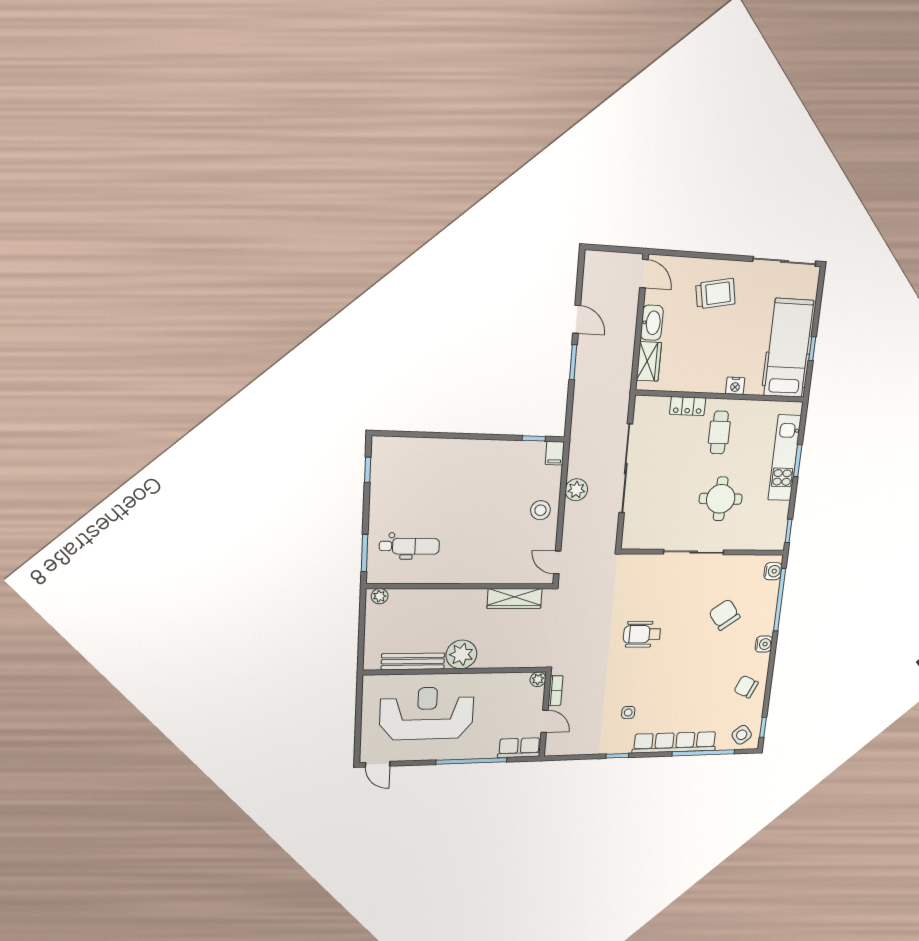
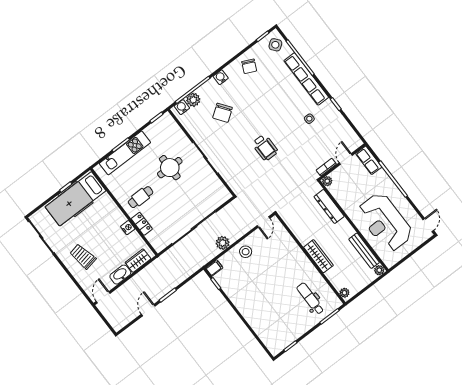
nightstand: (735, 386) -> (128, 228), moved
plant: (769, 592) -> (193, 100), added
wardrobe: (515, 598) -> (318, 256), moved
plant: (461, 654) -> (379, 270), moved, width x0.53, depth x0.53
dresser: (506, 659) -> (329, 206), added

